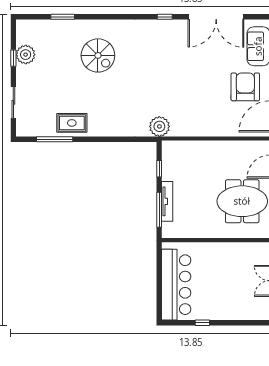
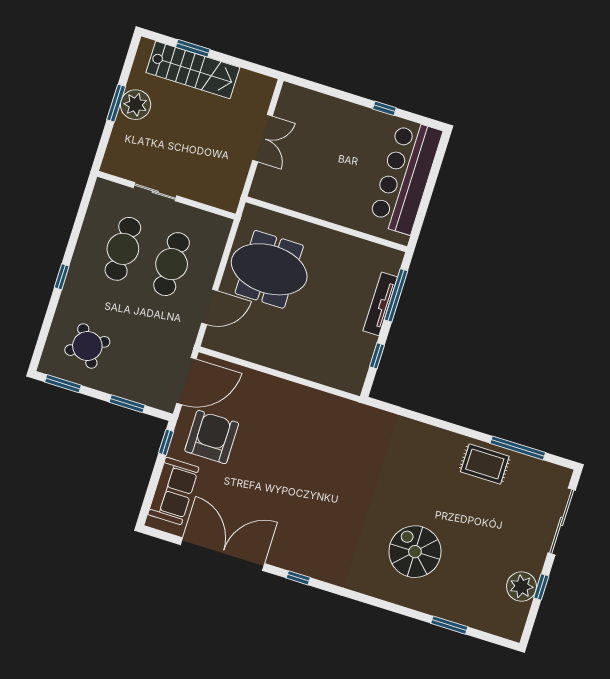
armchair: (245, 87) -> (212, 437), turned 180
sliding door: (13, 102) -> (562, 521), width x1.37
plant: (159, 126) -> (357, 418), removed

